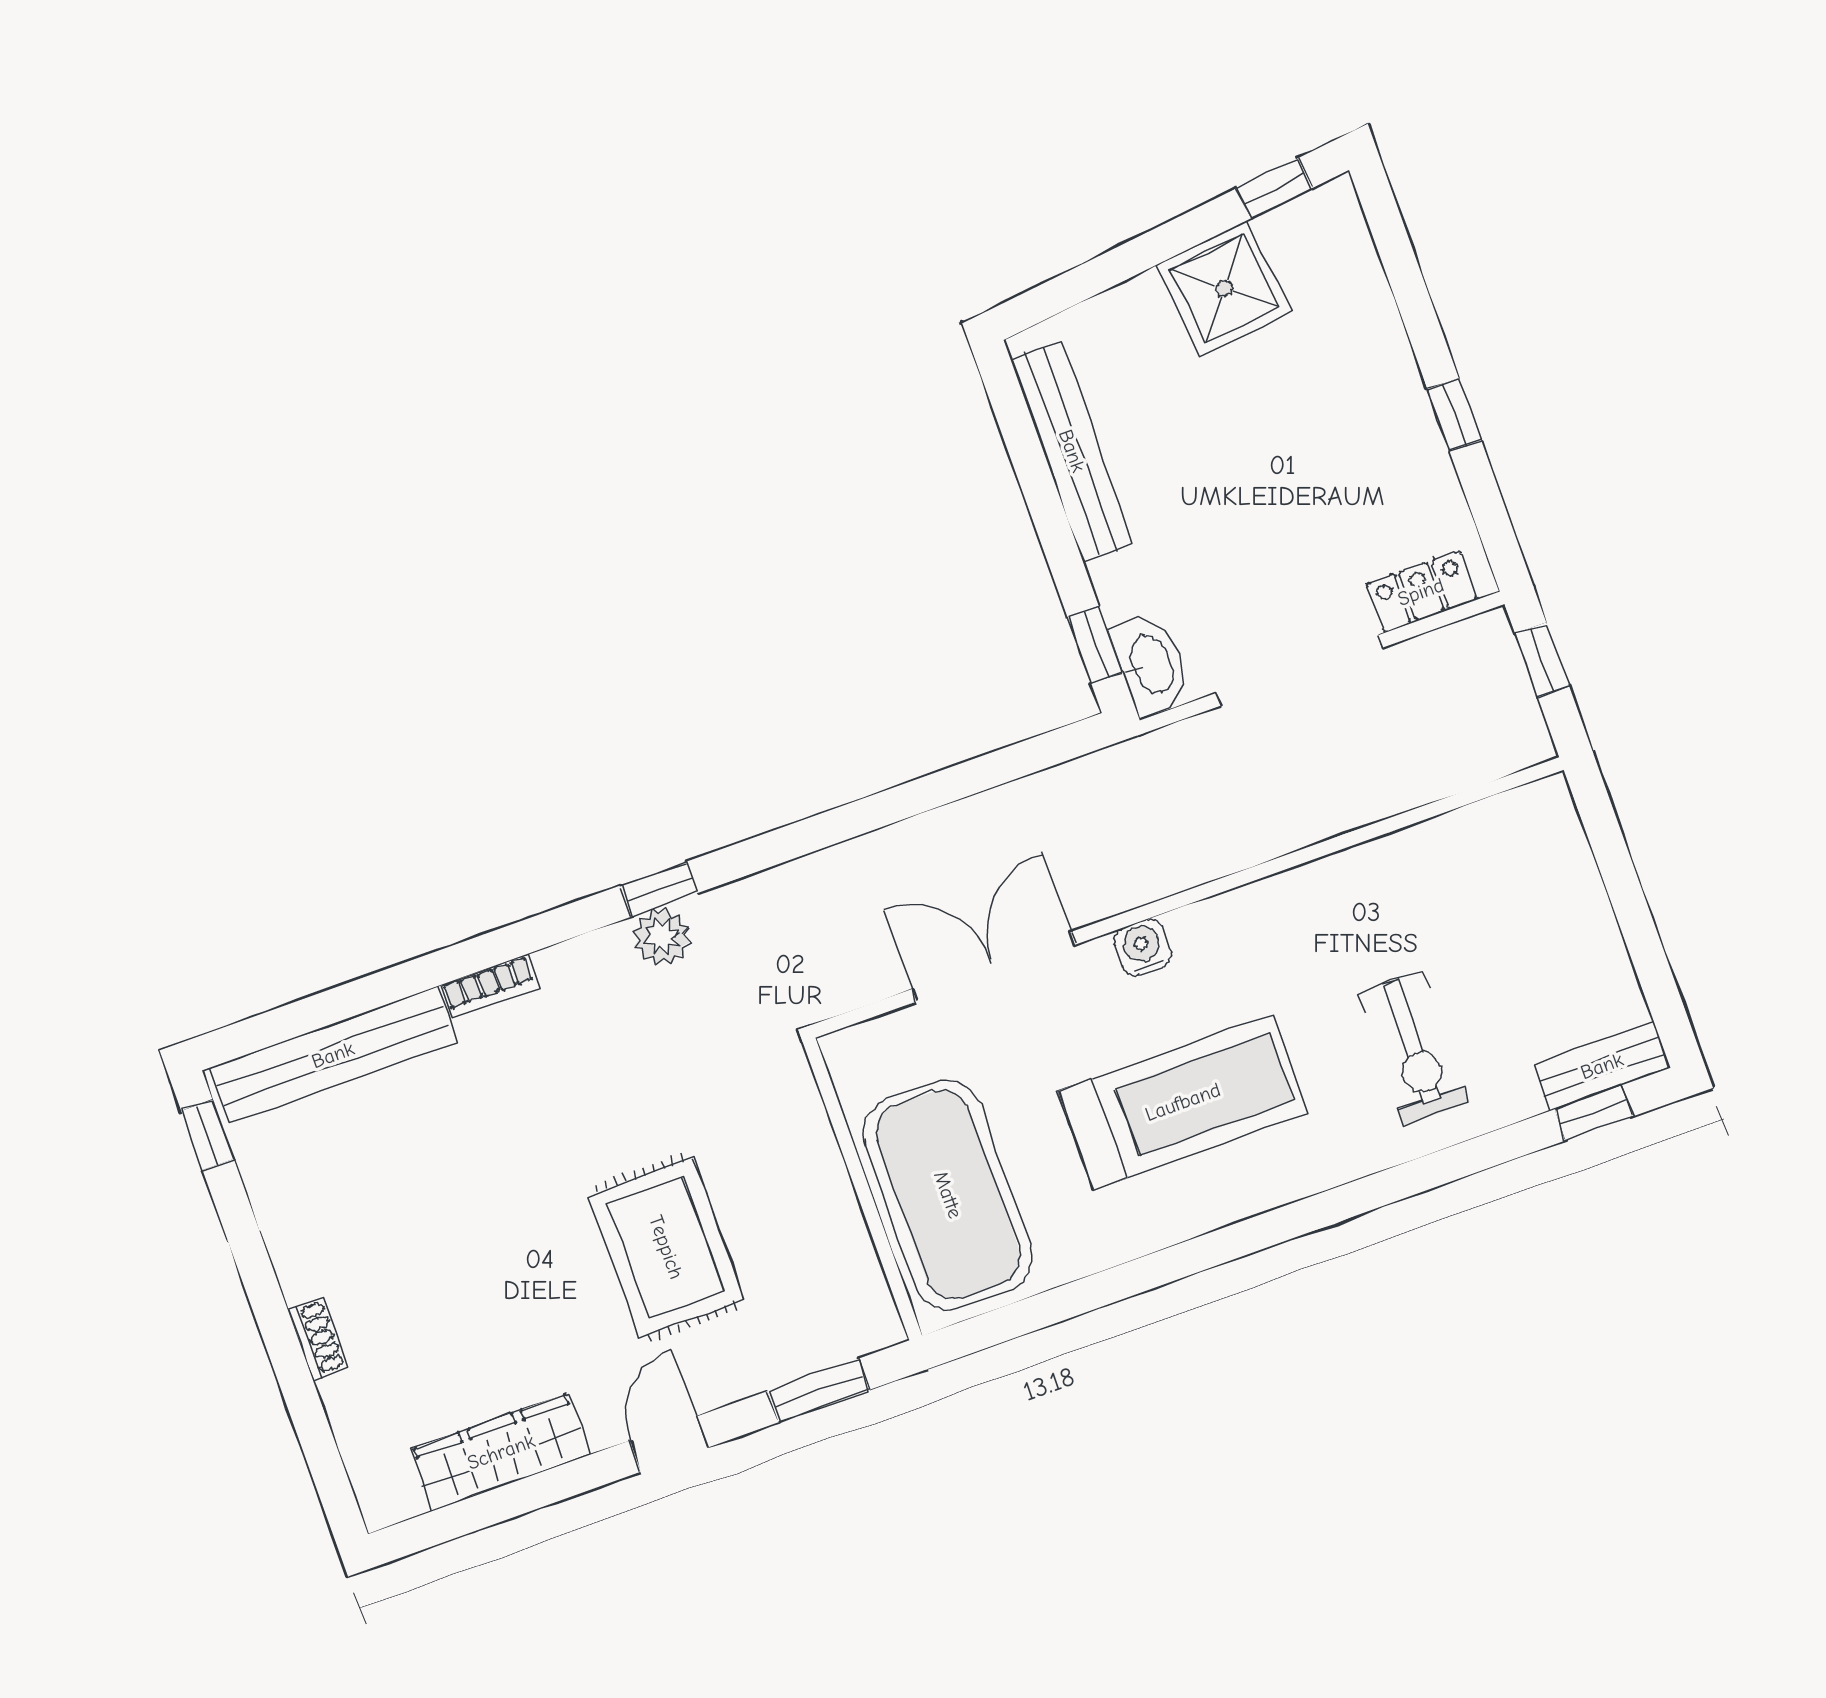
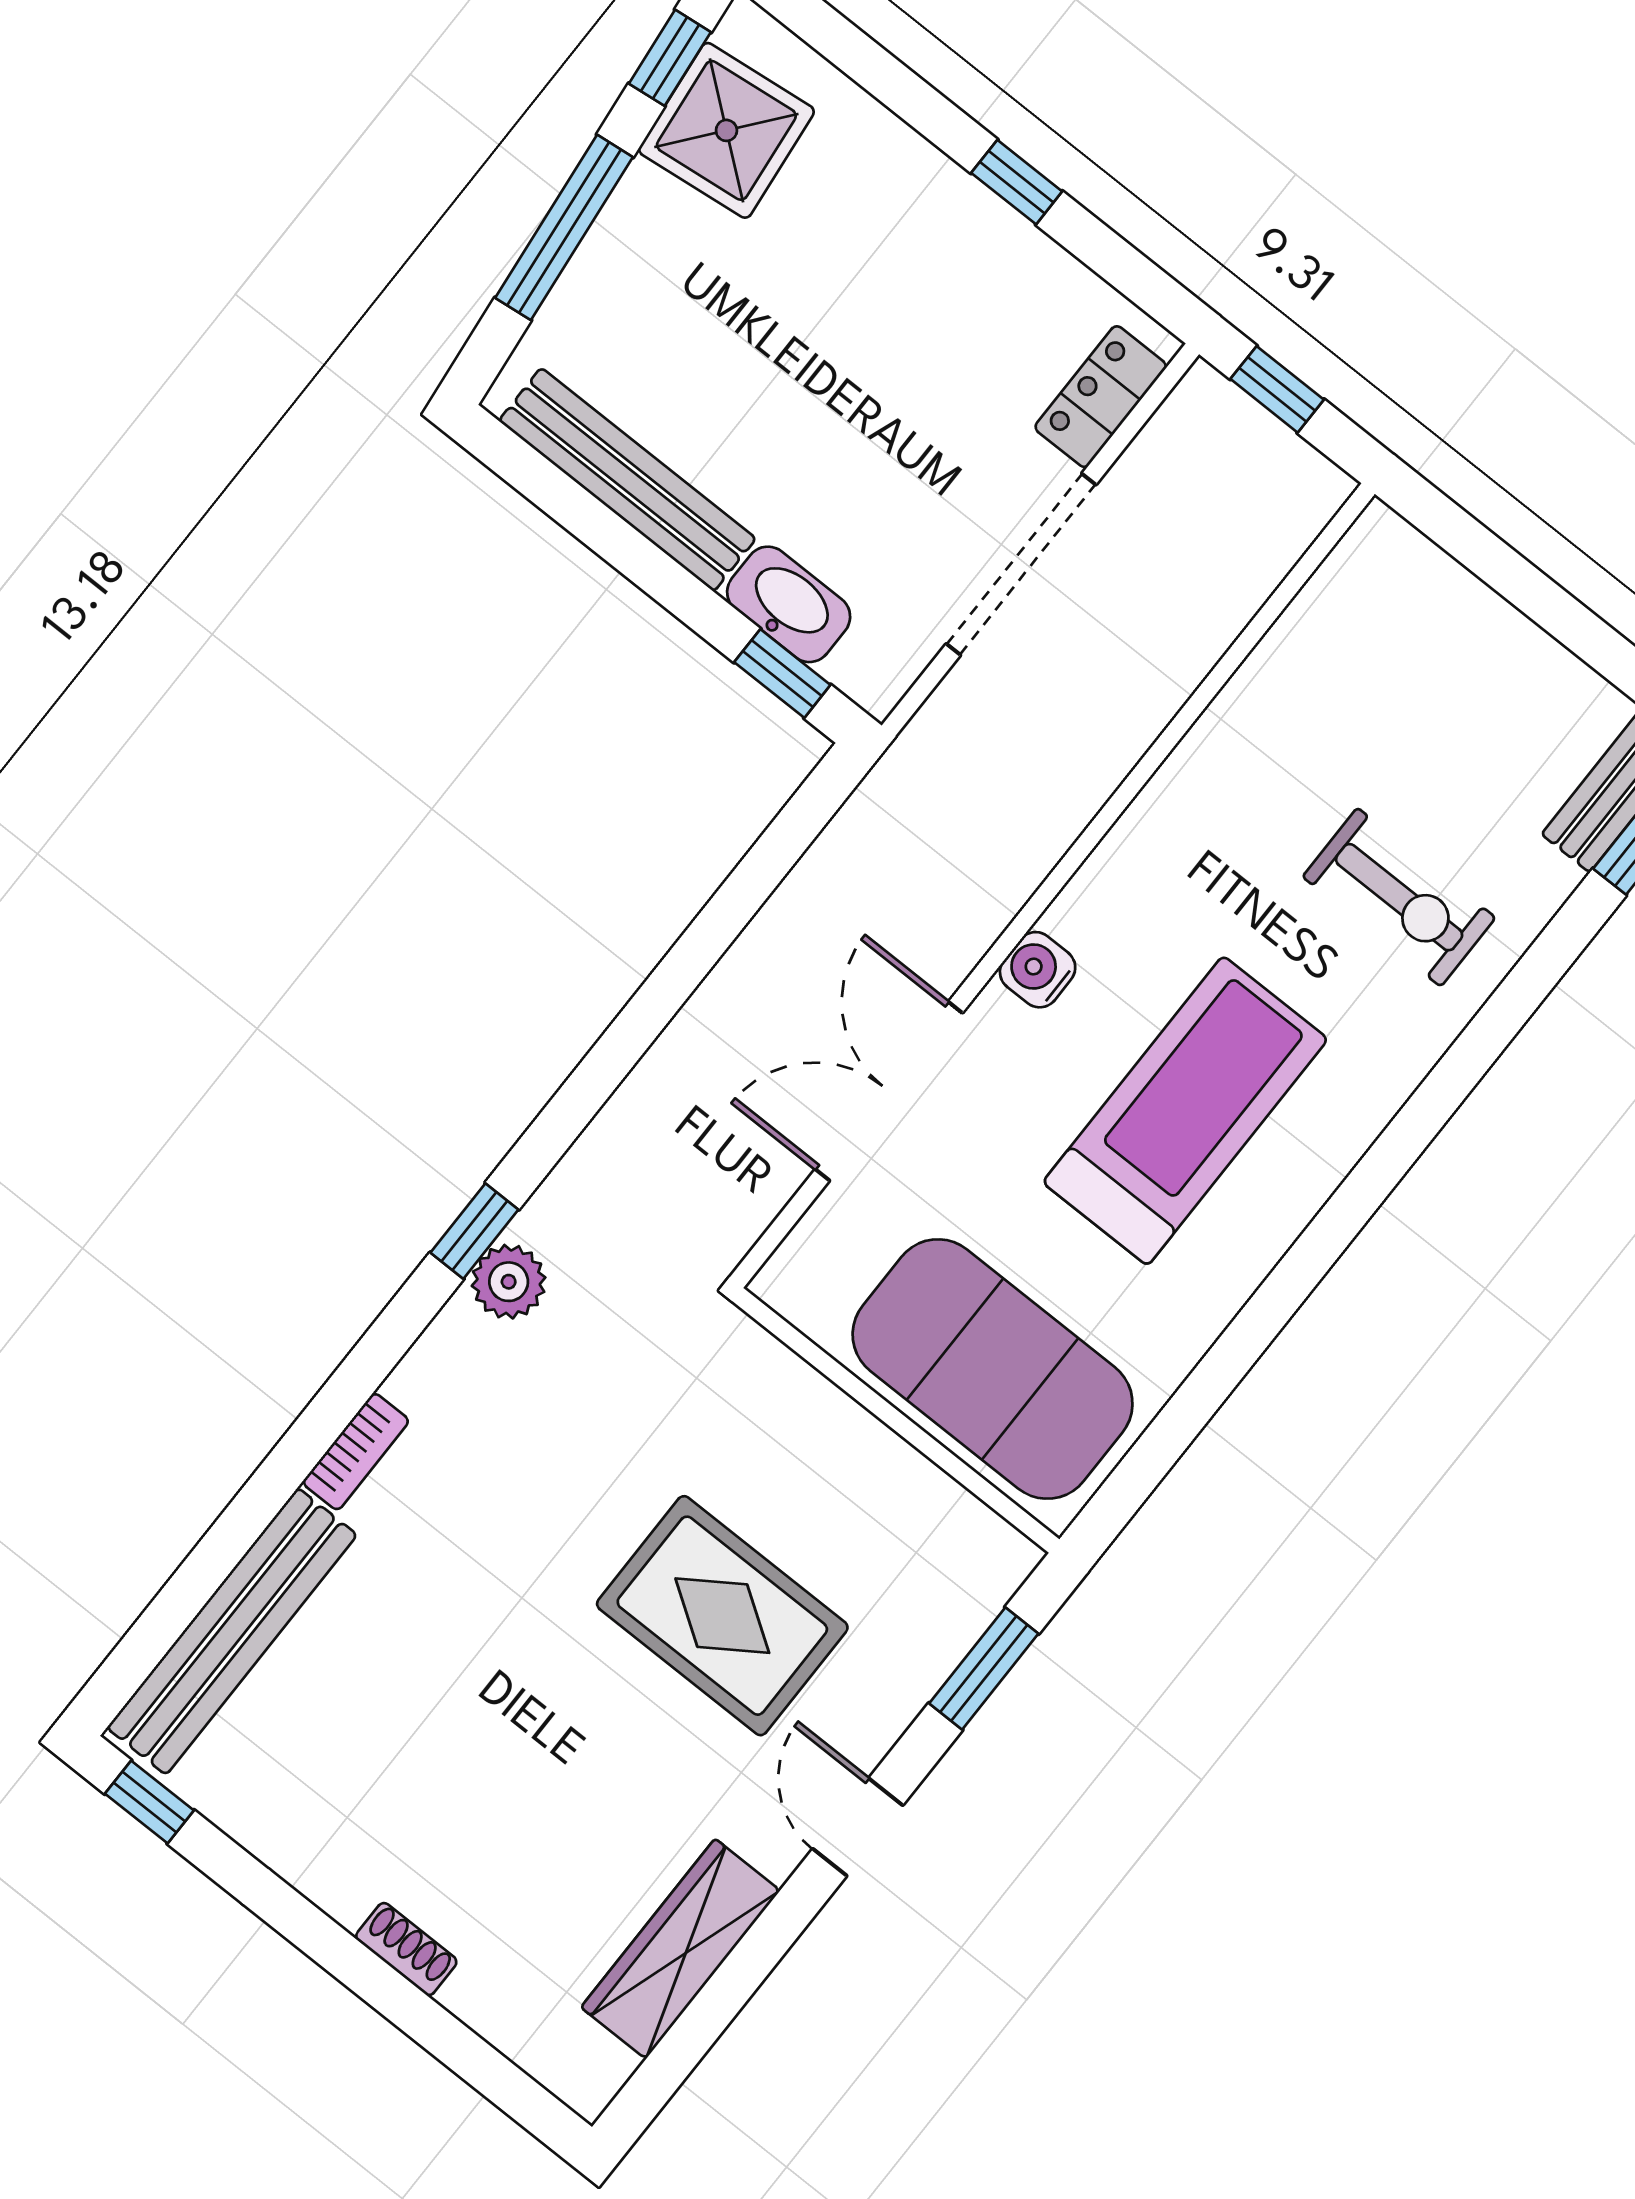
window: (1134, 257) -> (564, 227), added
shower: (1224, 288) -> (726, 130), moved
washbasin: (1150, 664) -> (789, 604), moved

